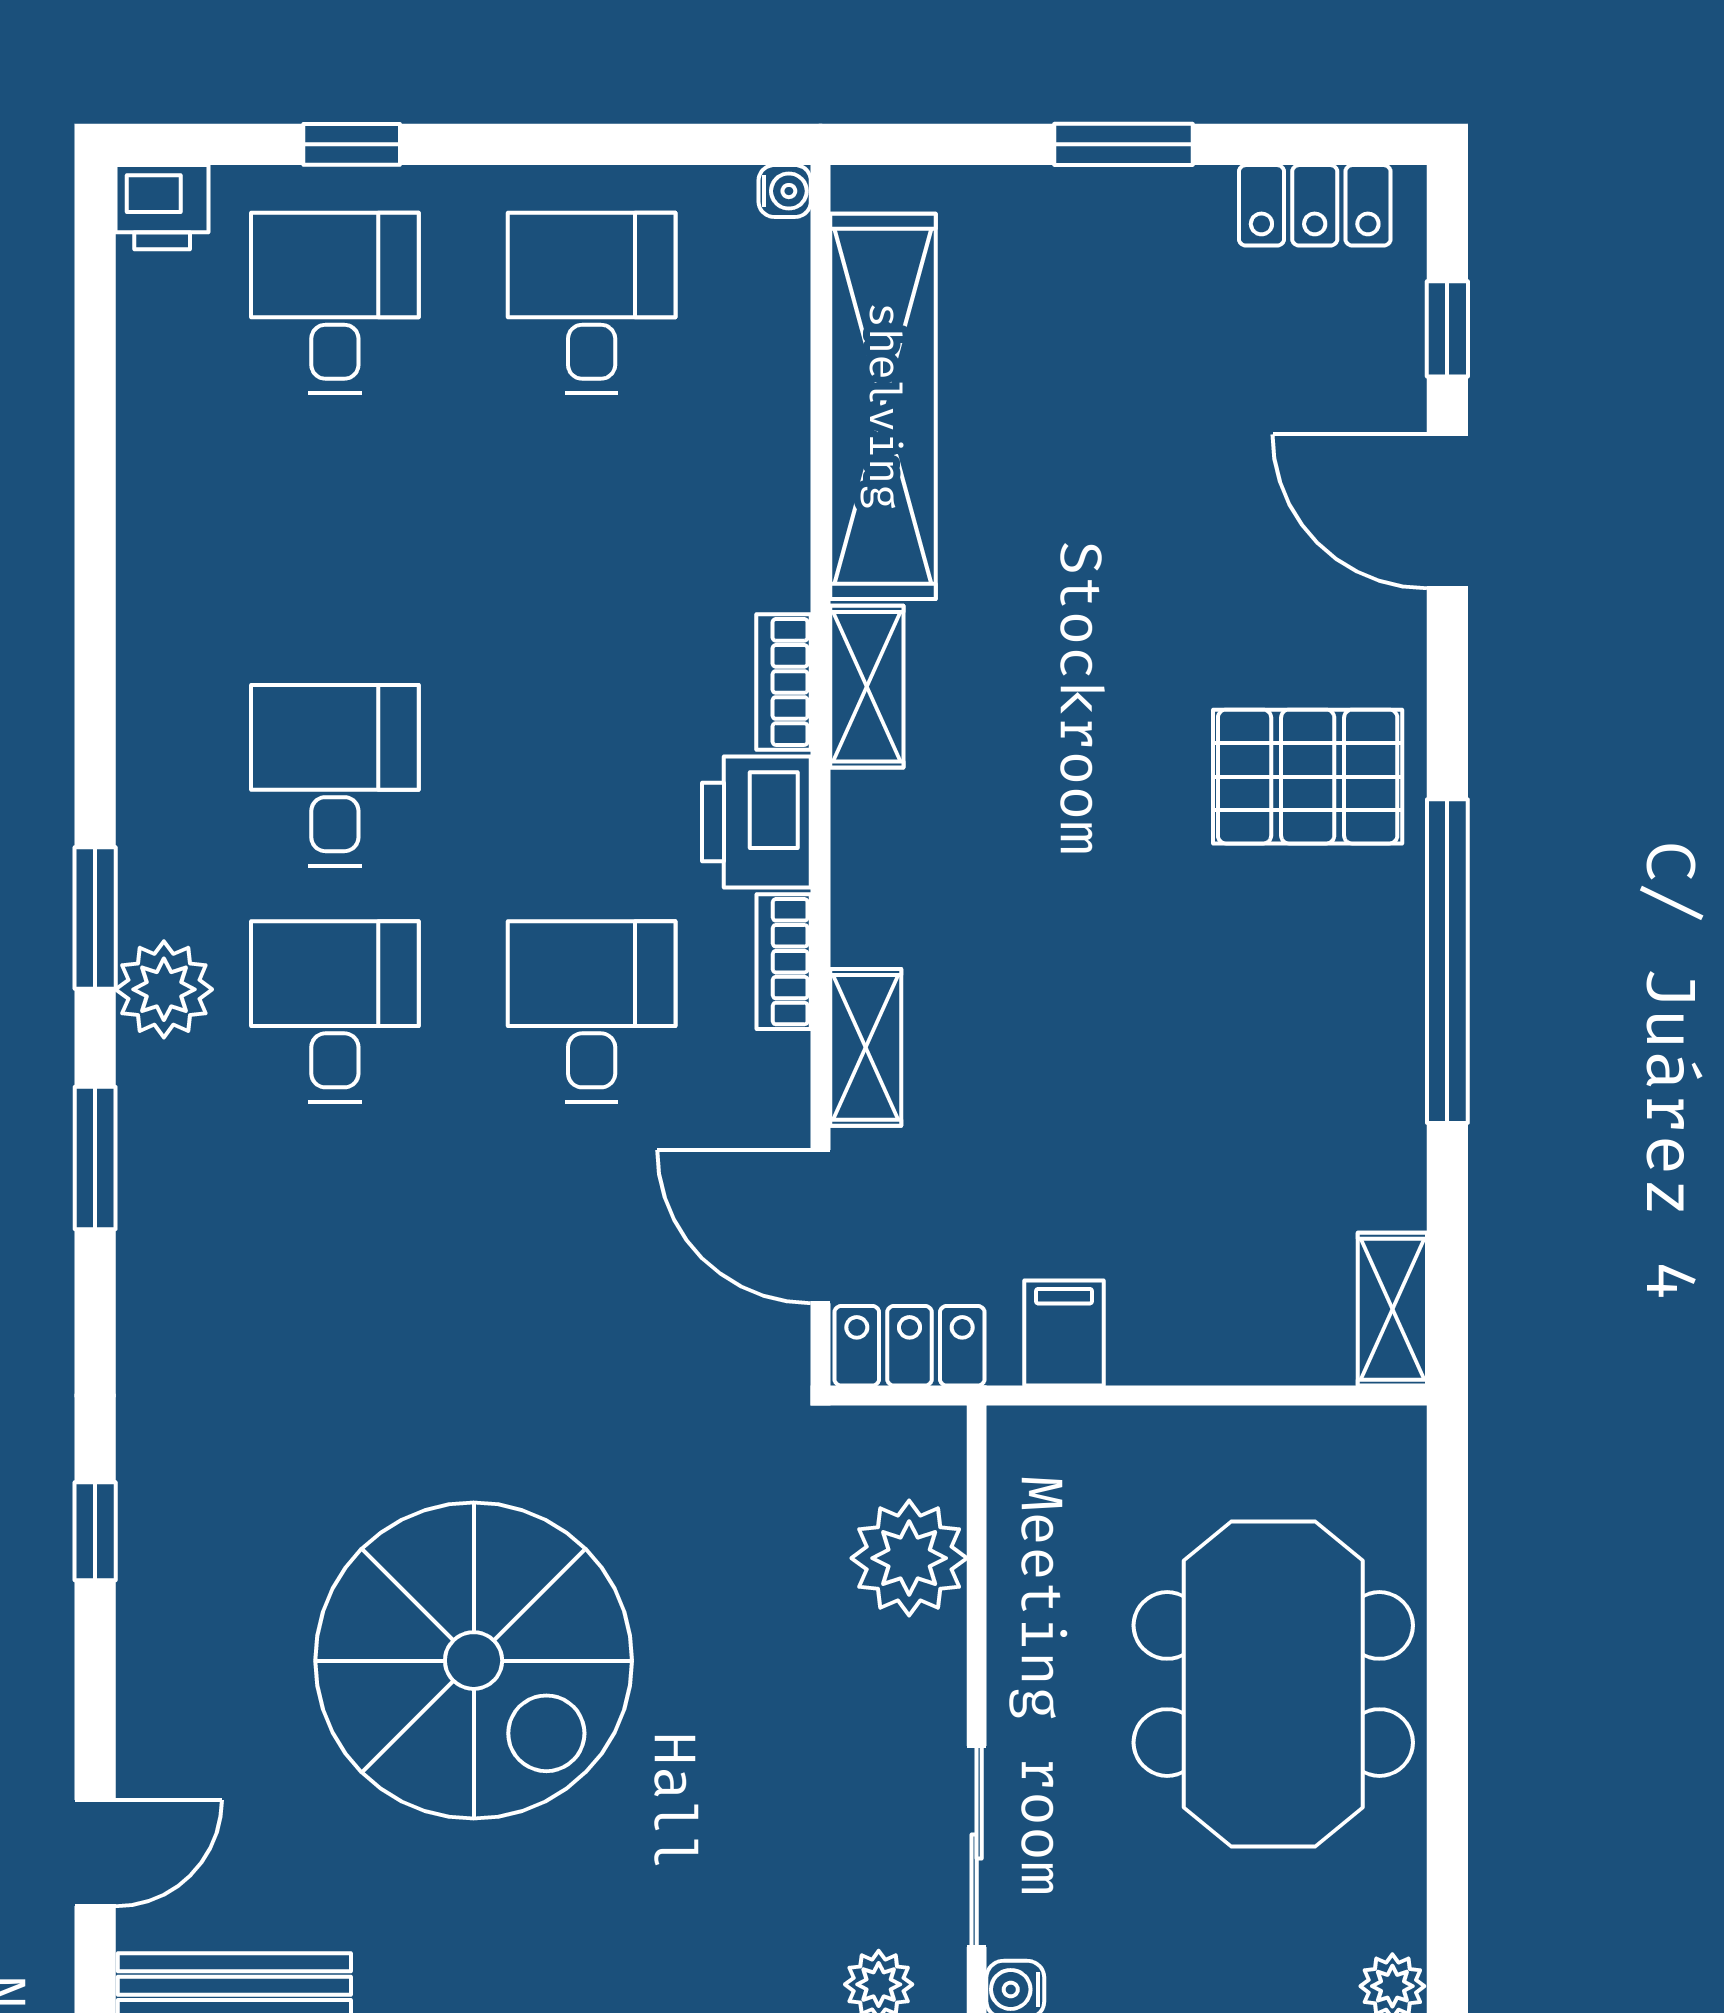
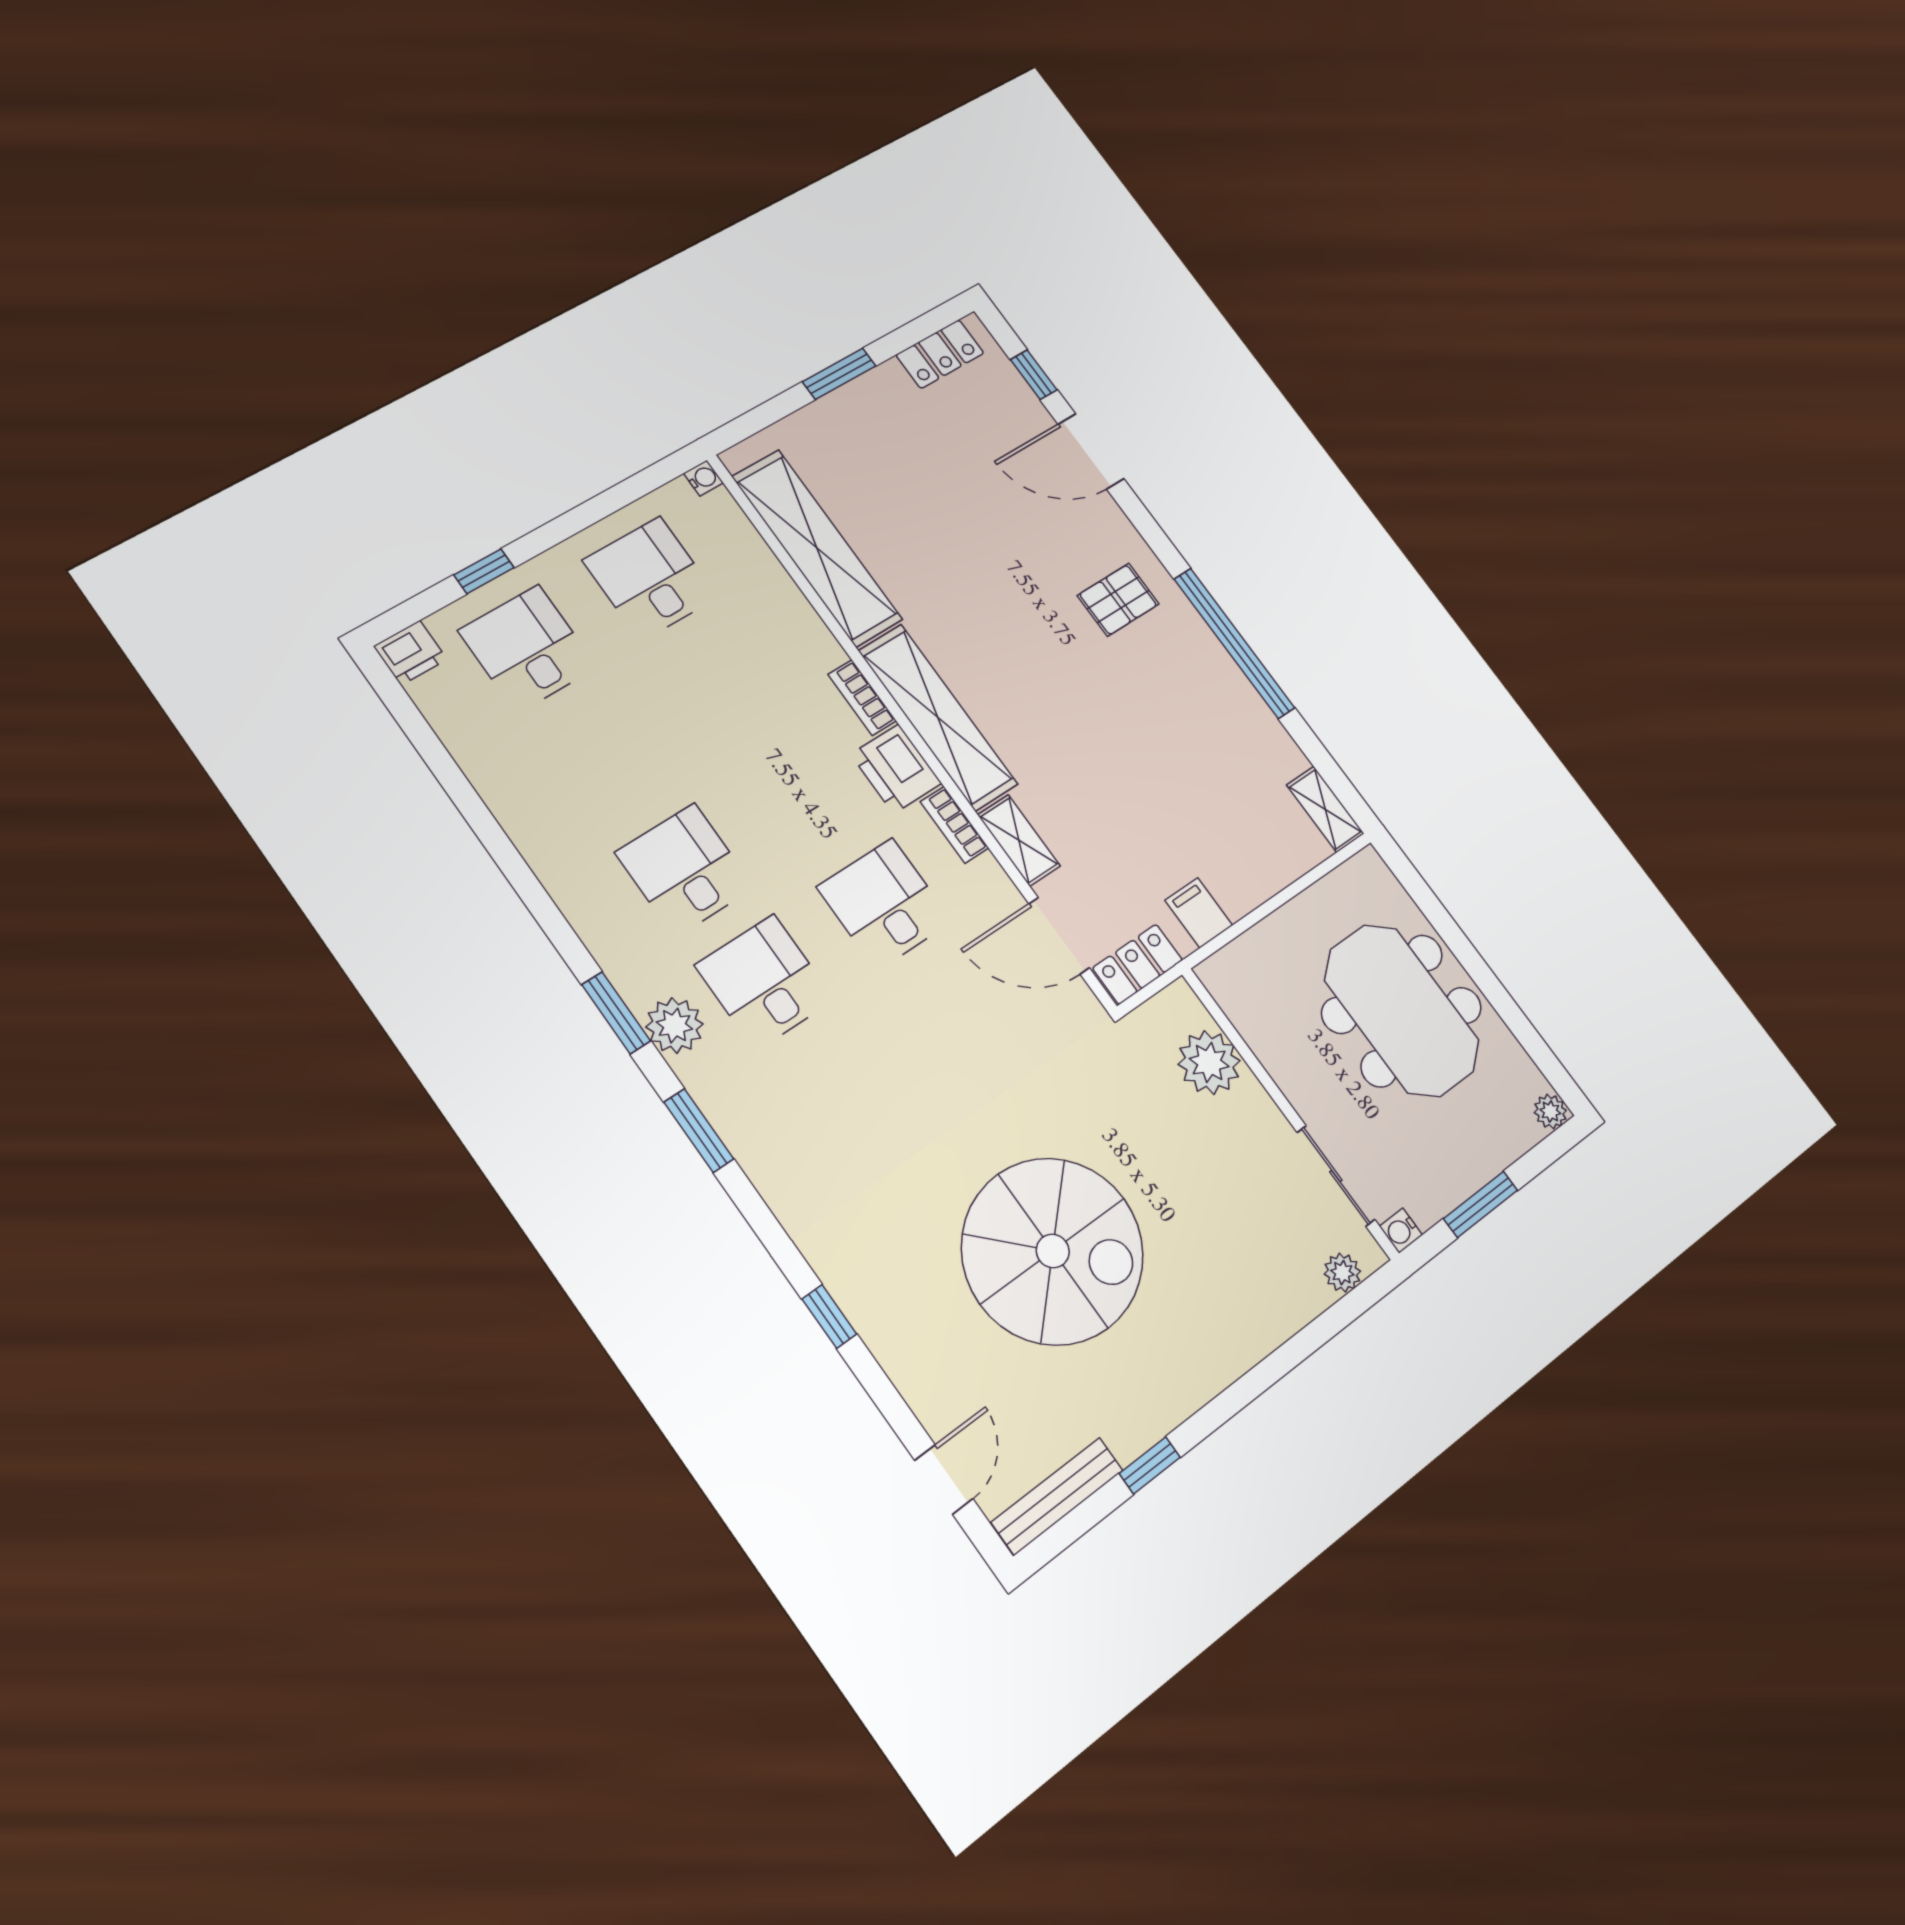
shelving: (867, 687) -> (938, 717), width x2.20, depth x1.33
pallet: (1308, 777) -> (1118, 600), width x0.67, depth x0.71

